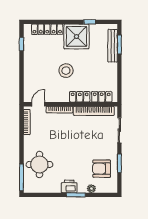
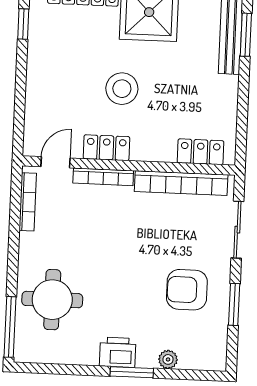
locker: (80, 97) -> (106, 148), moved
armchair: (102, 169) -> (187, 290), moved

